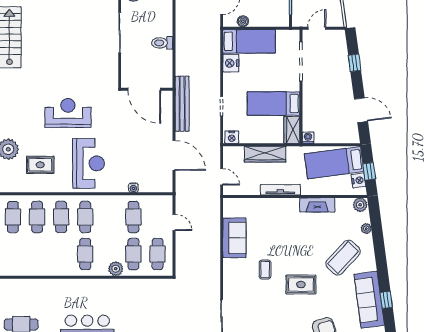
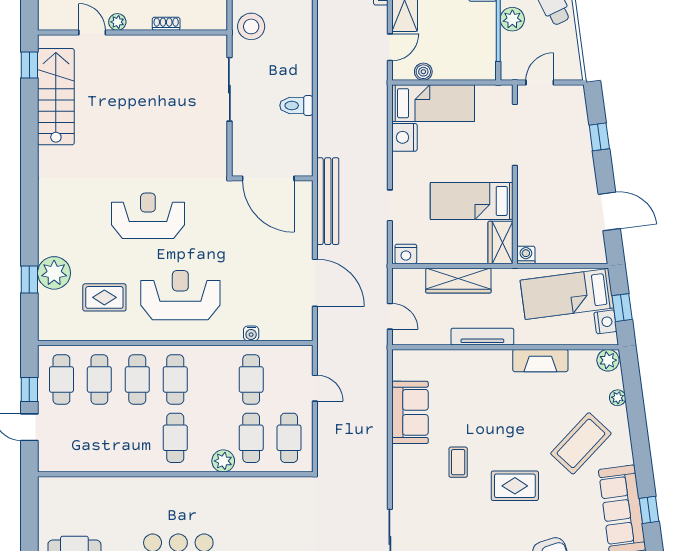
reception desk: (88, 163) -> (180, 295), turned -90

